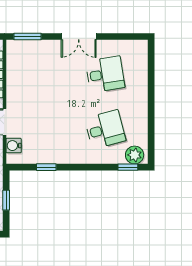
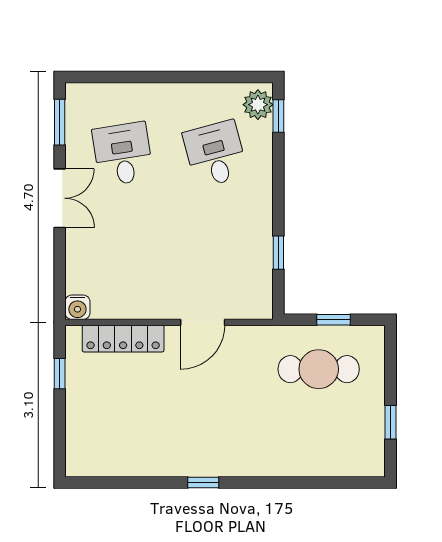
window: (28, 37) -> (60, 122), moved
water cooler: (14, 146) -> (77, 307), moved

